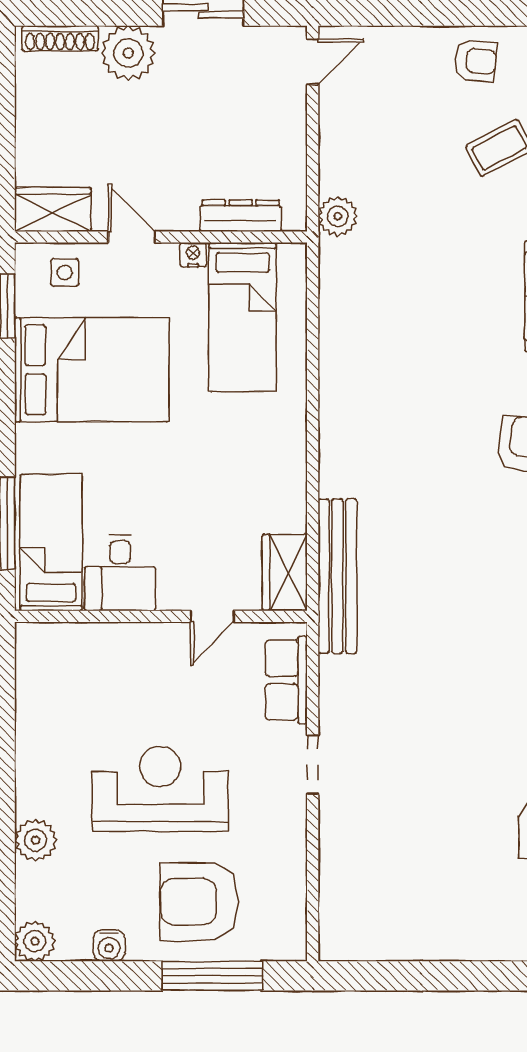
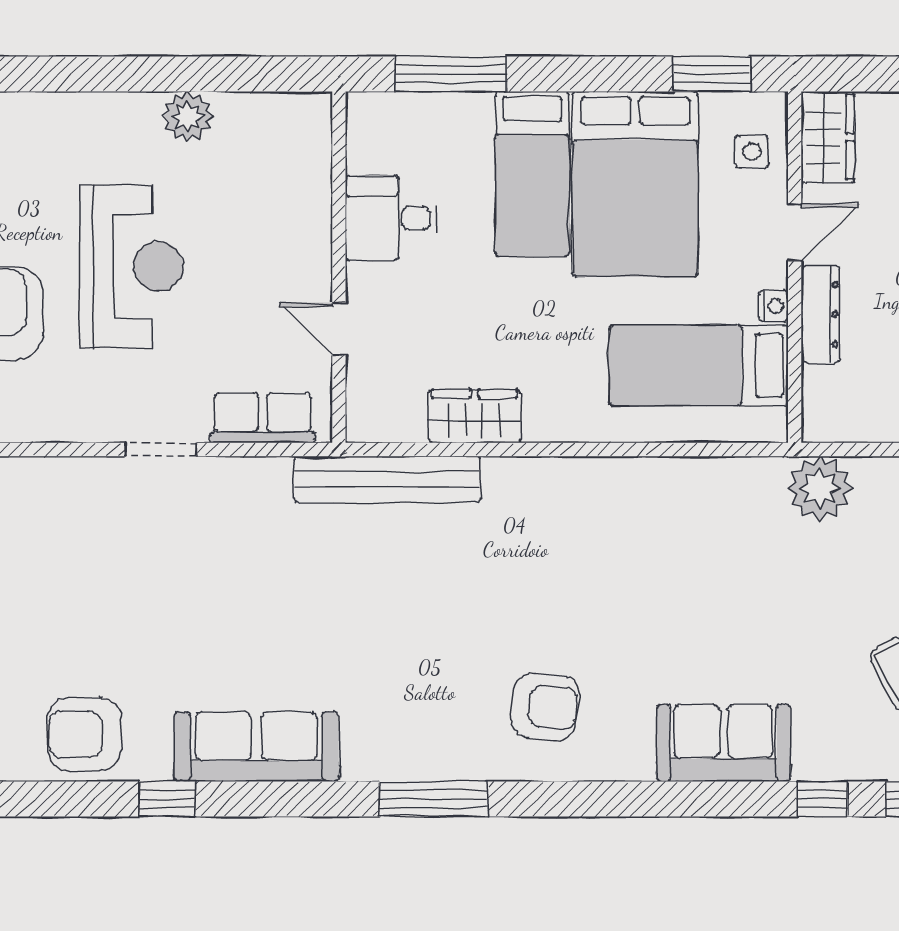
dresser: (241, 216) -> (820, 314), moved
plant: (338, 216) -> (820, 488), width x1.36, depth x1.36
bed: (51, 542) -> (532, 174), moved, turned 90
wardrobe: (285, 572) -> (474, 416), moved
plant: (36, 840) -> (188, 117), moved

